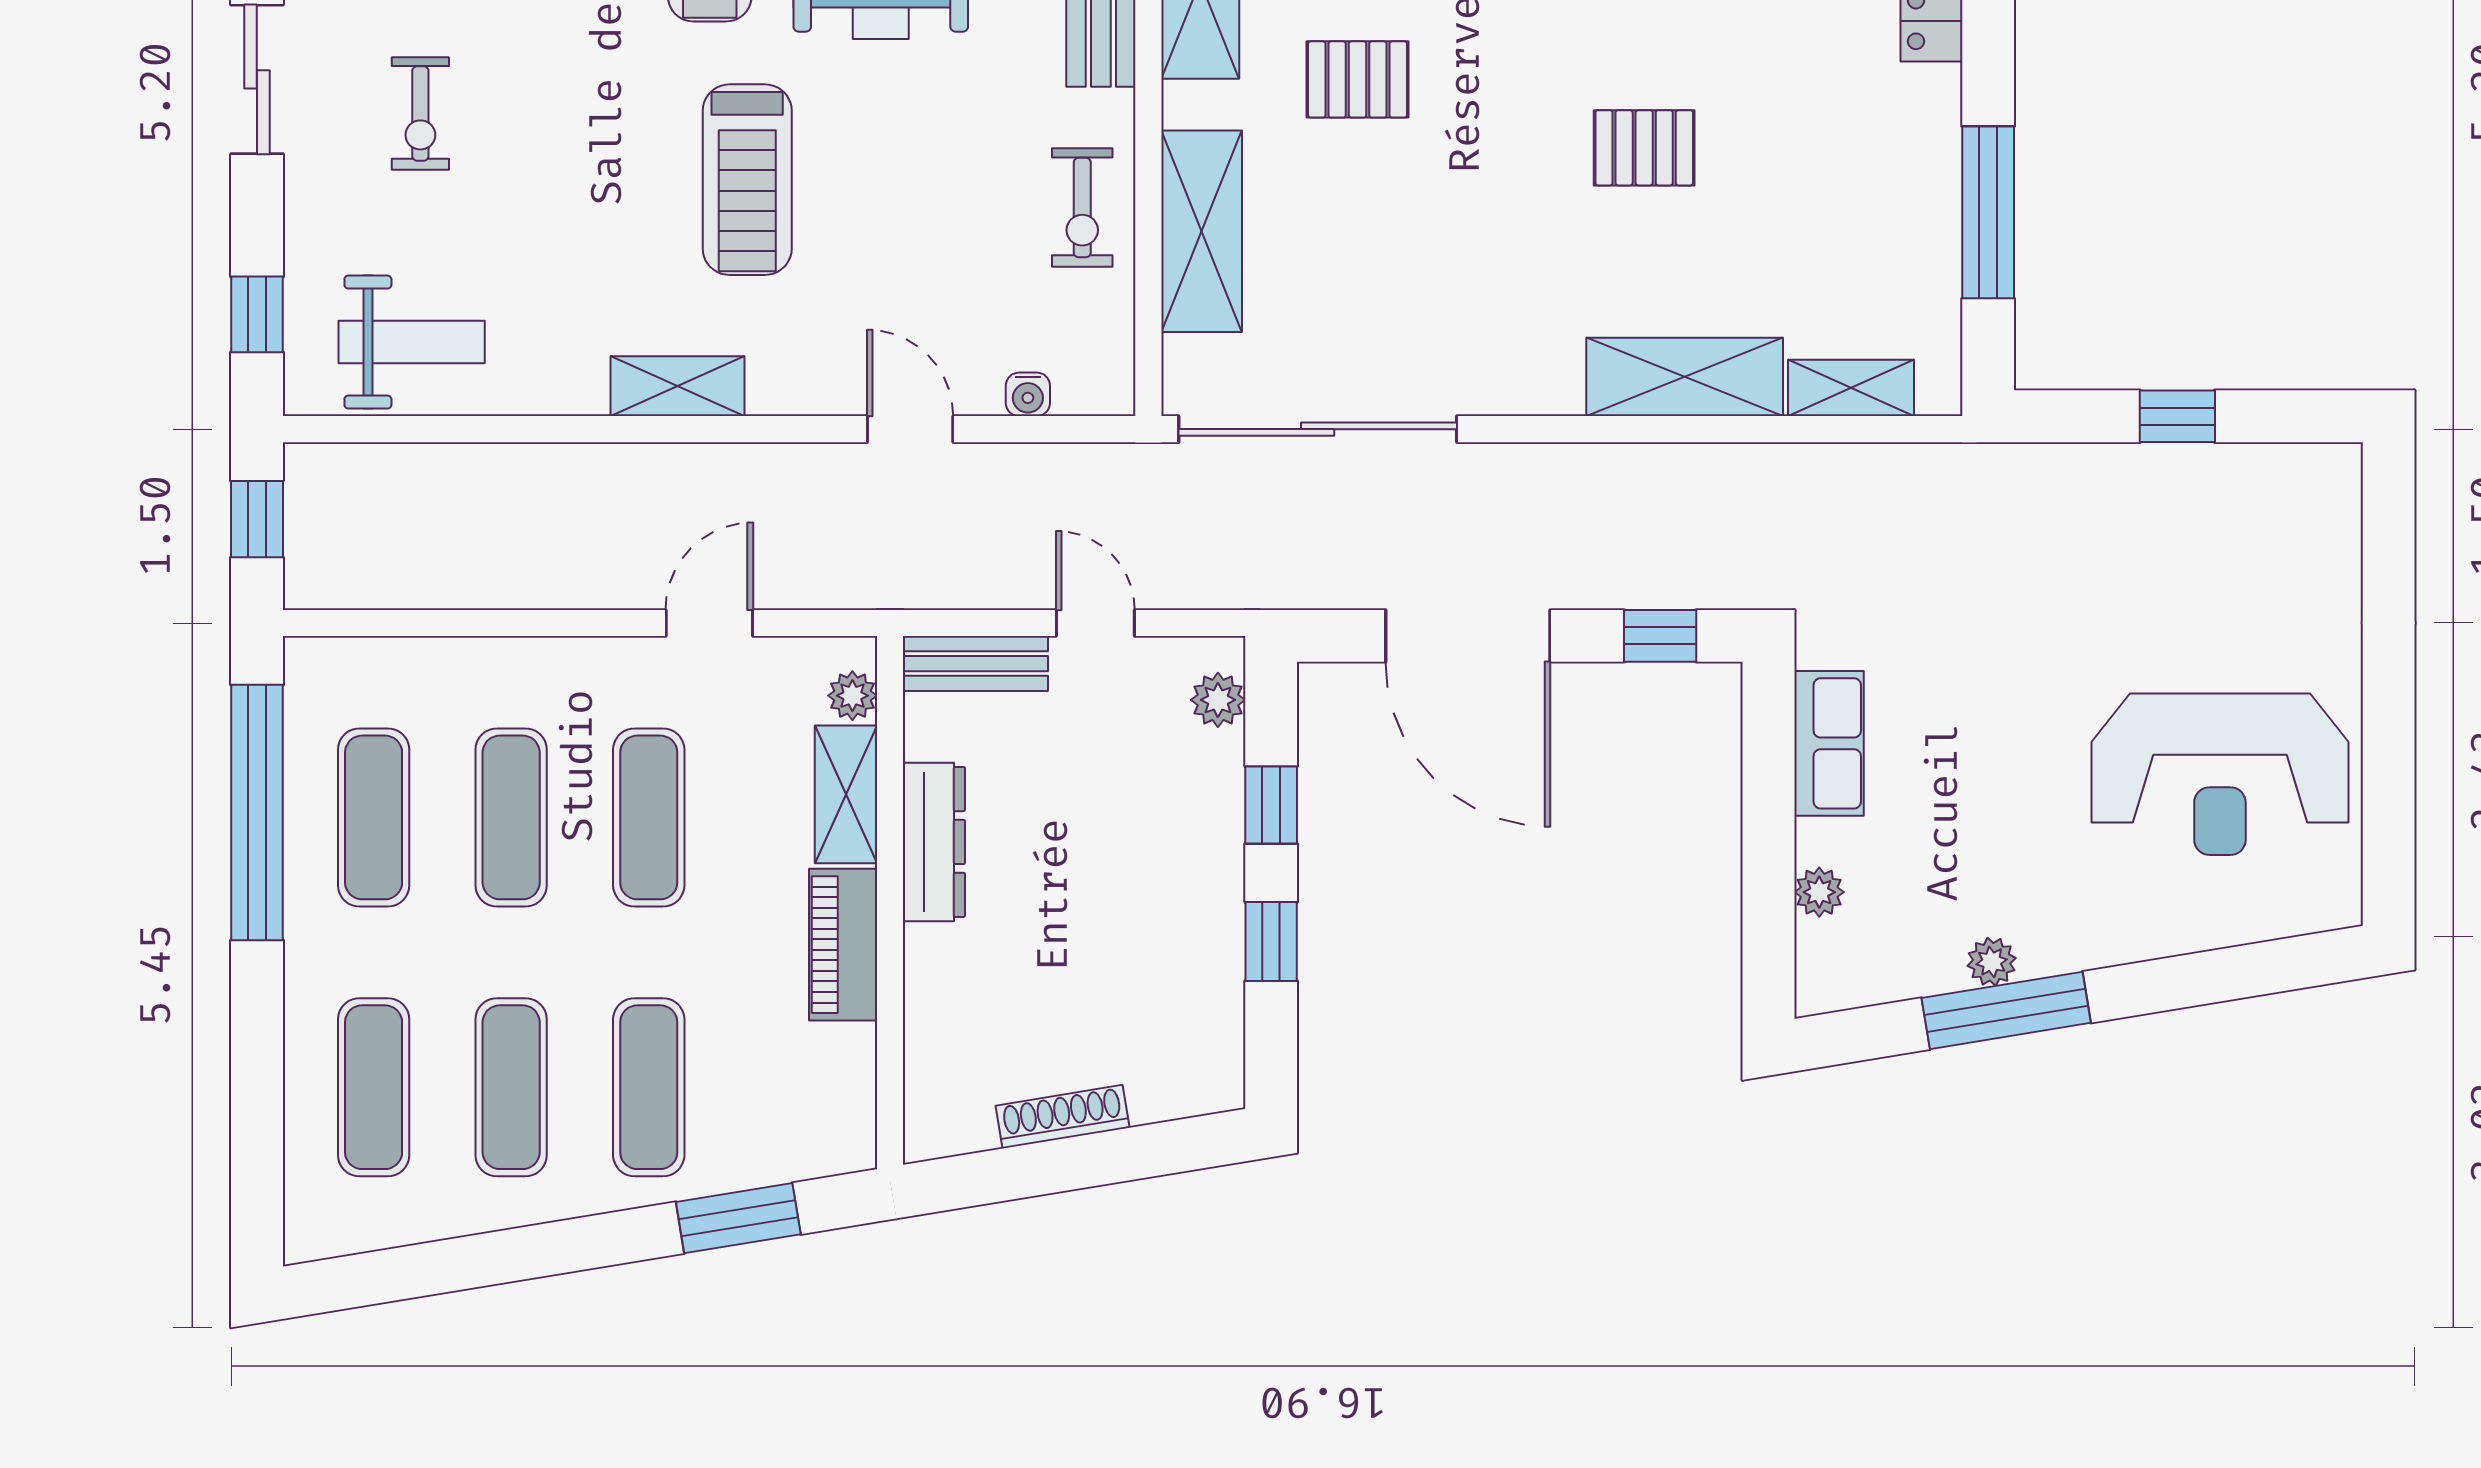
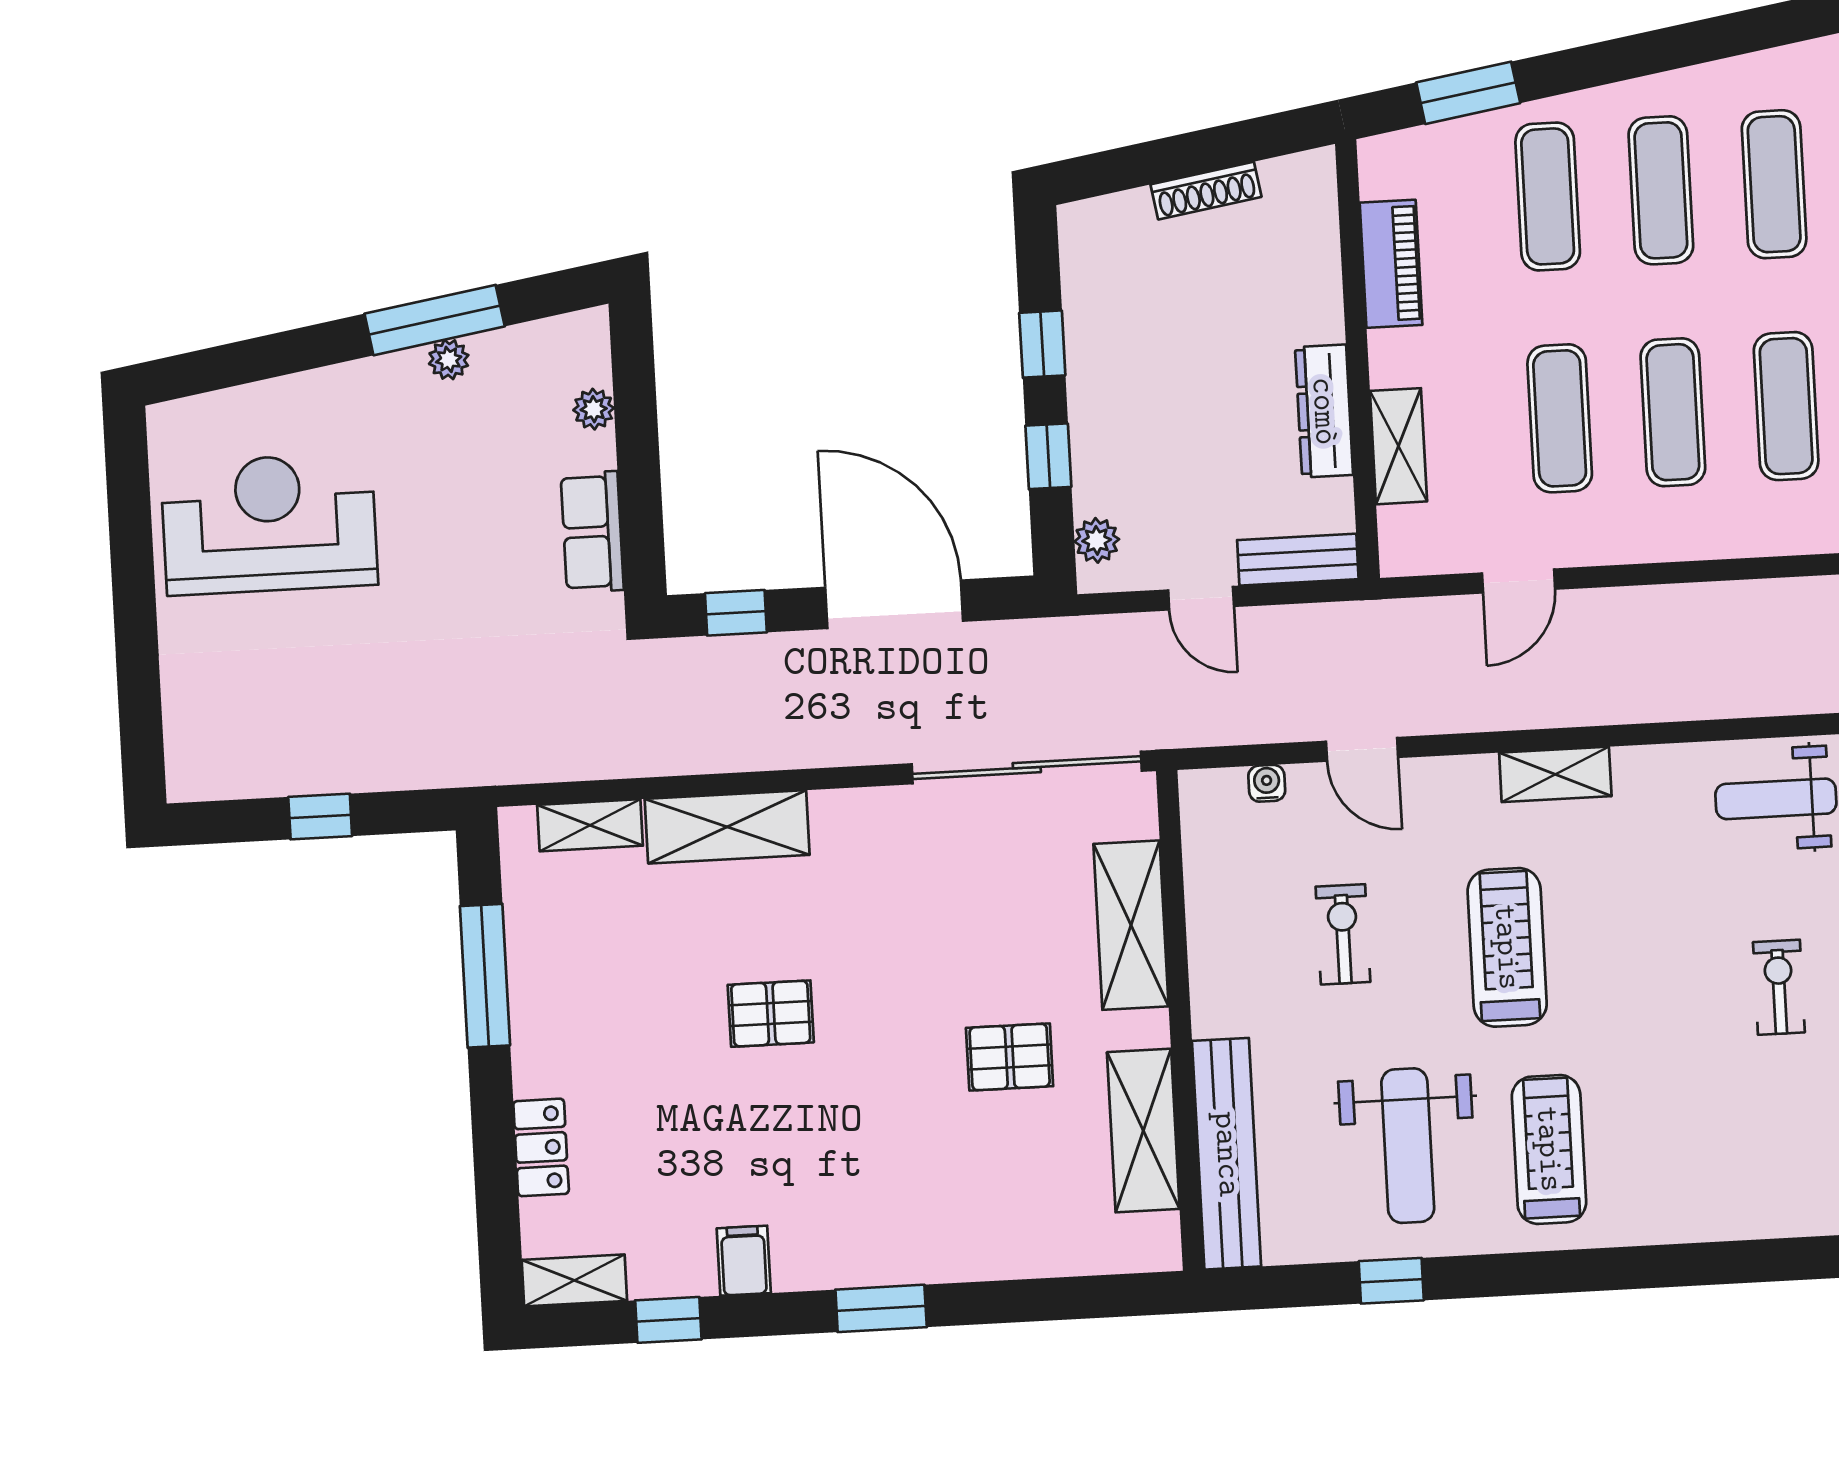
exercise bike: (1082, 208) -> (1343, 934), moved
plant: (852, 696) -> (1398, 528), removed
piano: (843, 945) -> (1391, 264), moved

